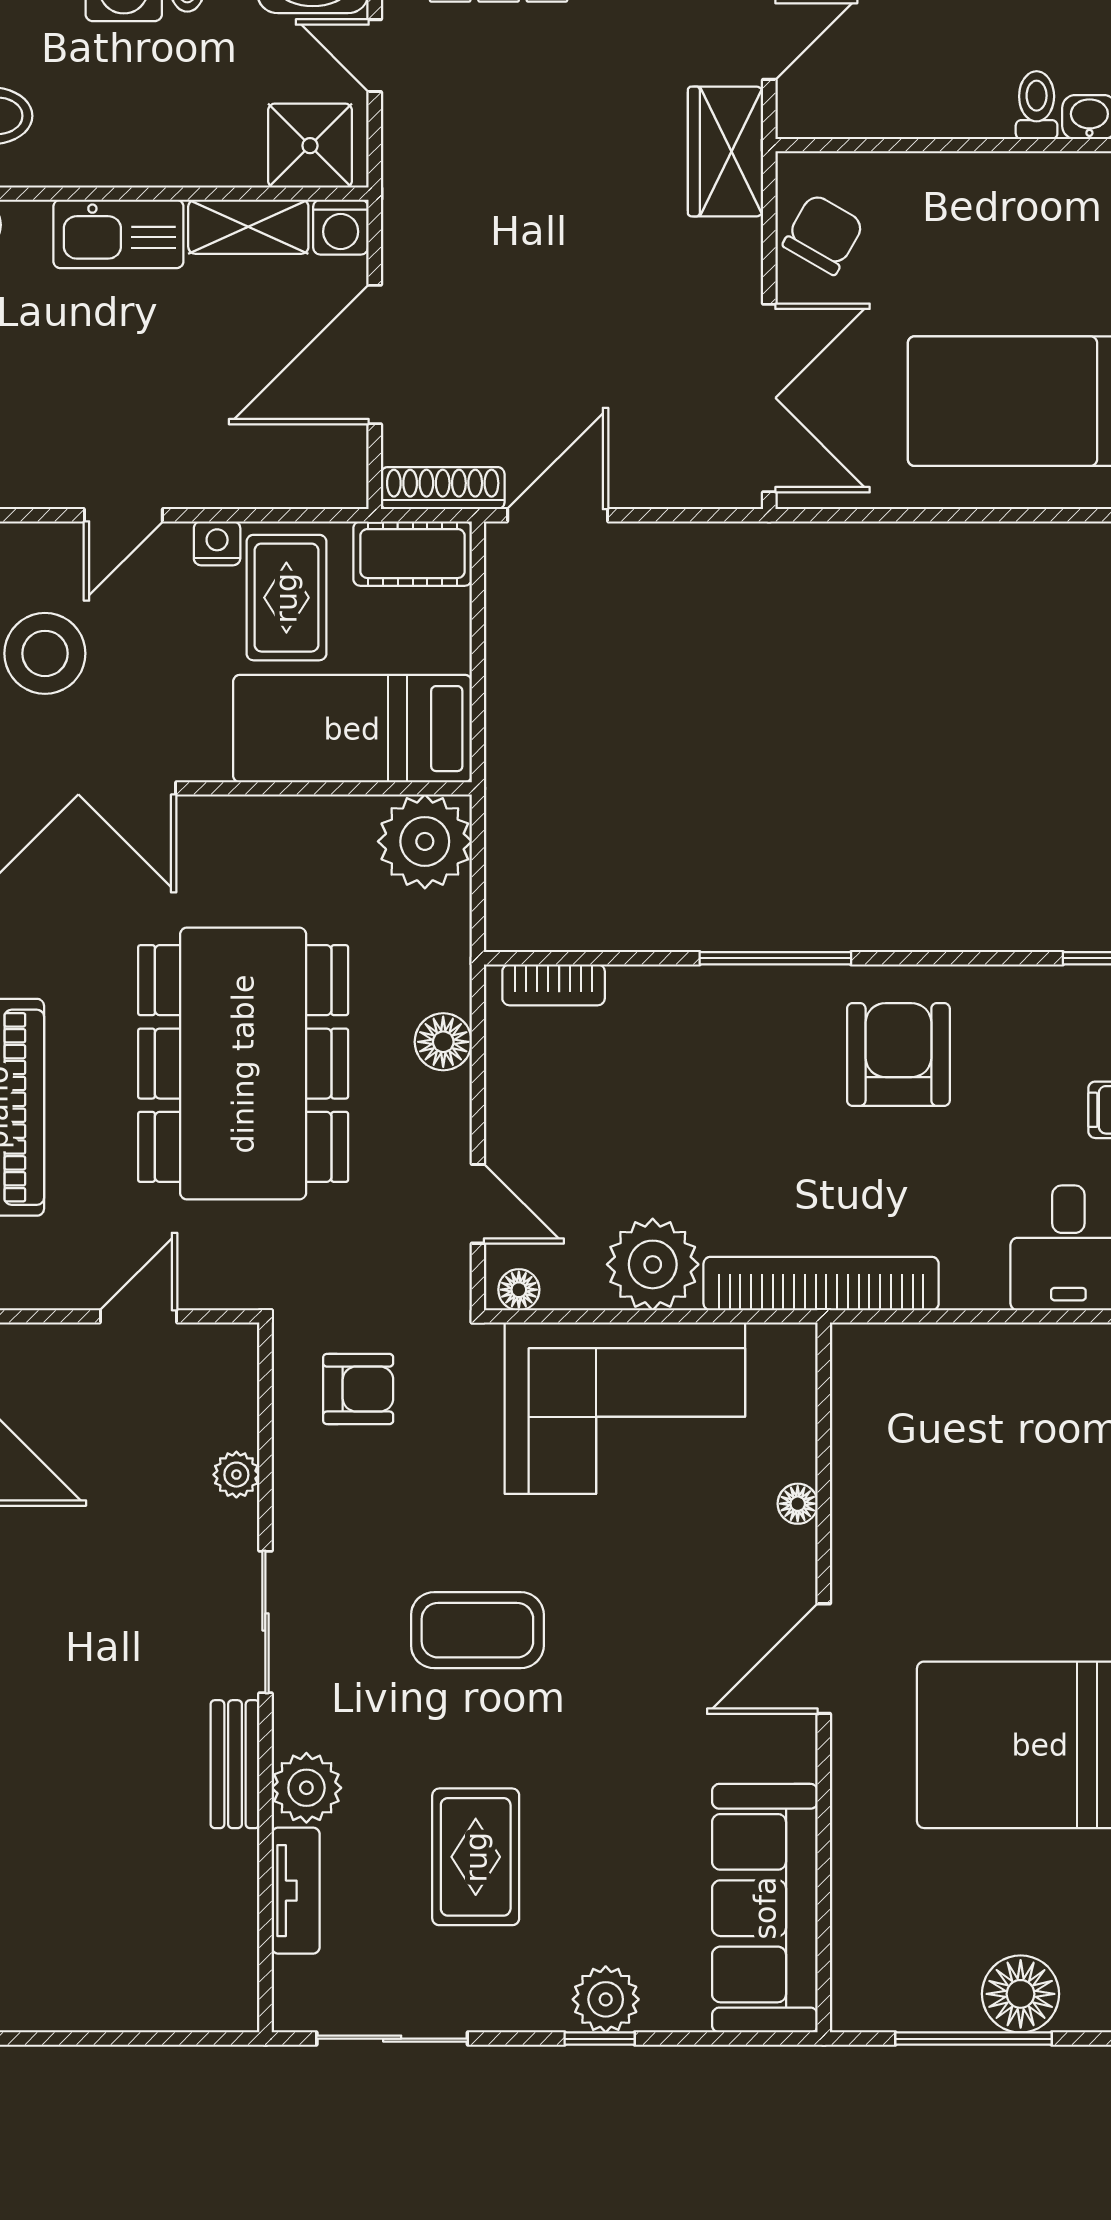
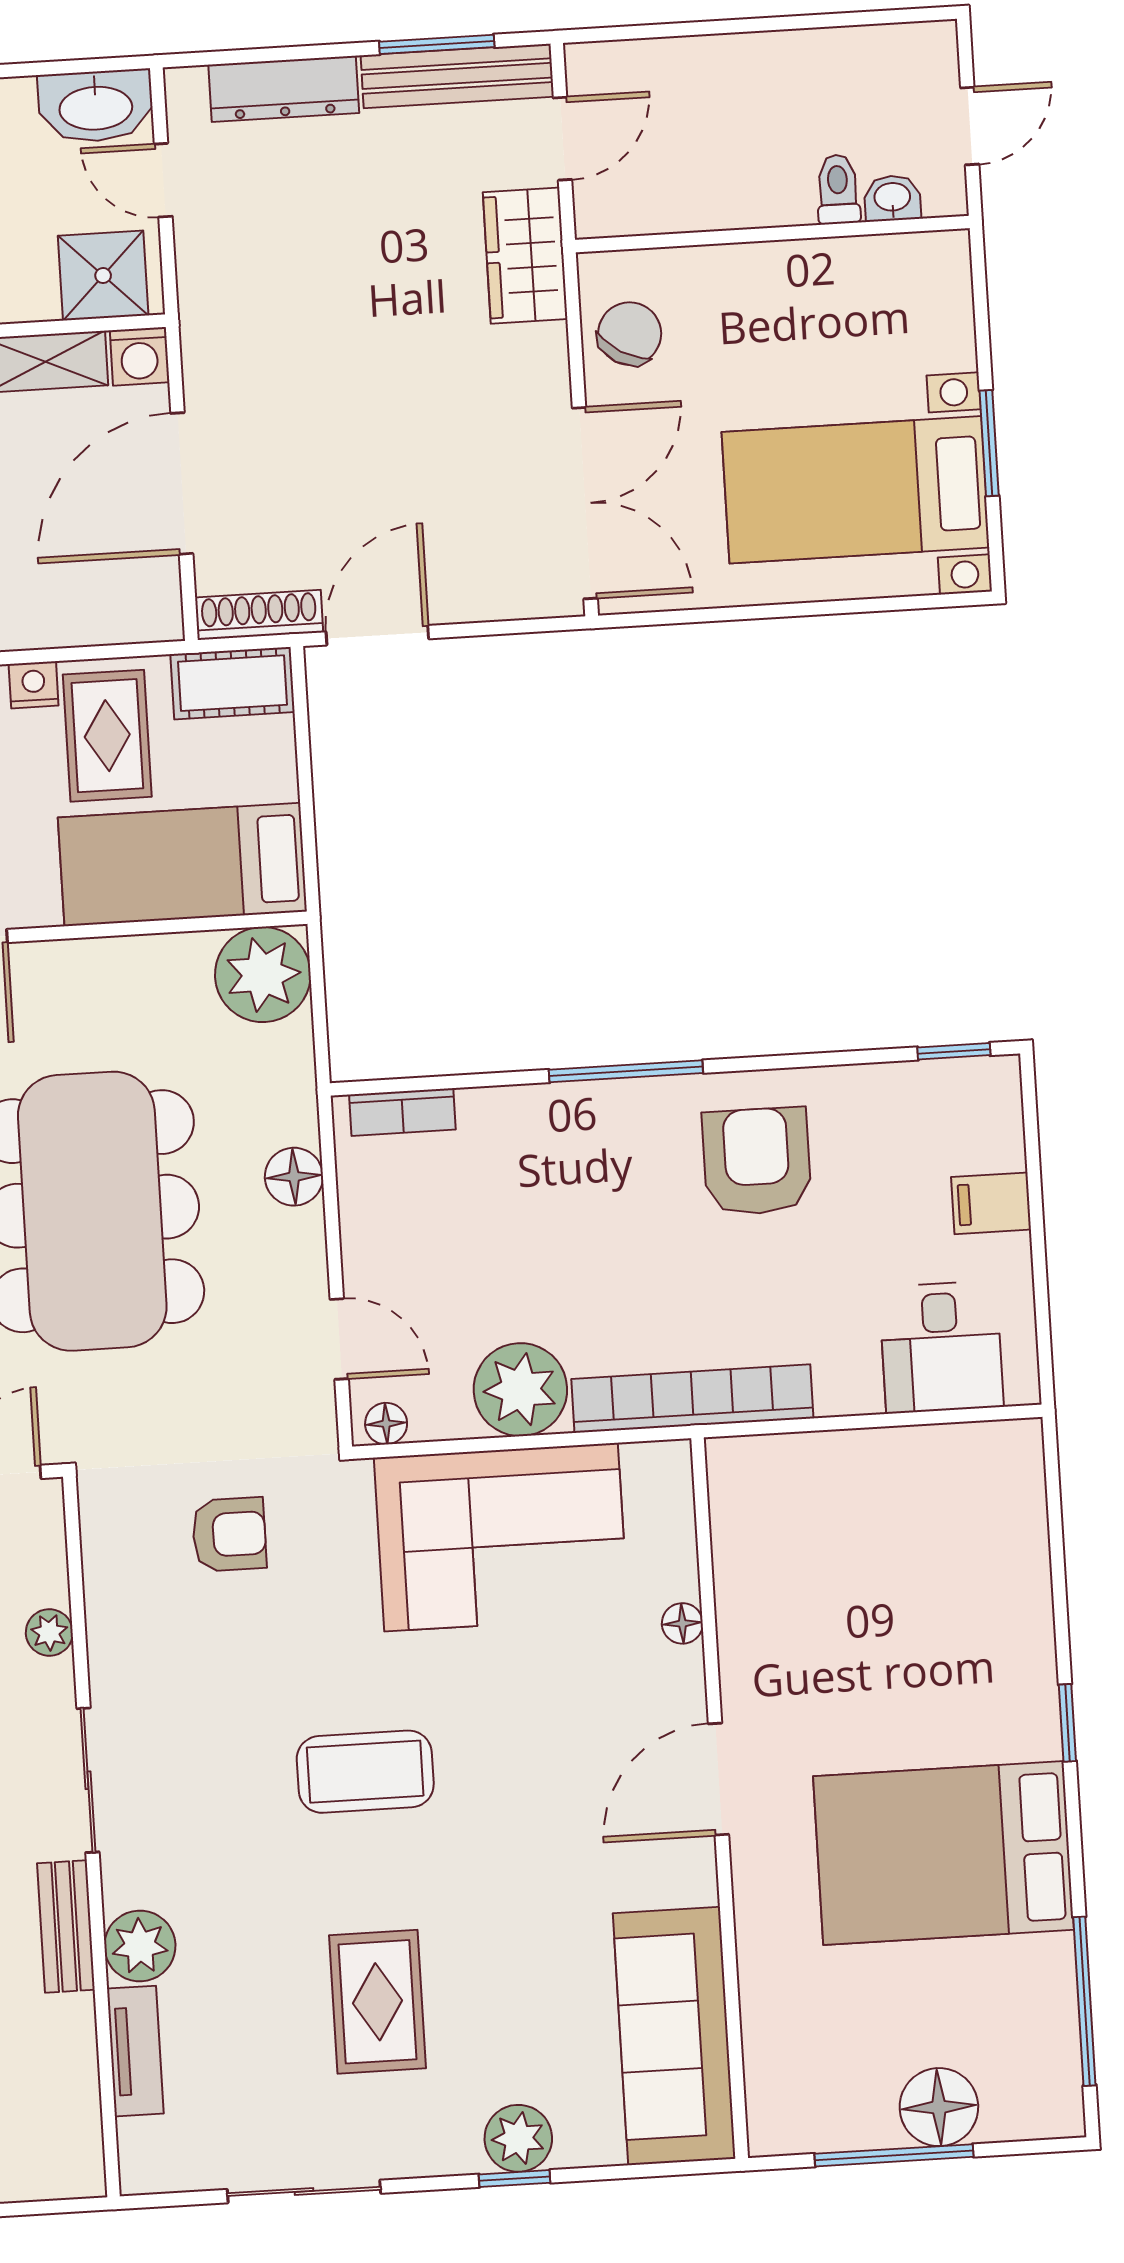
plant: (236, 1475) -> (49, 1632), moved
sliding door: (265, 1622) -> (88, 1780), moved
wall: (265, 1677) -> (91, 1837), moved
bench: (235, 1764) -> (66, 1926), moved
plant: (306, 1788) -> (140, 1946), moved
tv unit: (296, 1891) -> (135, 2051), moved

